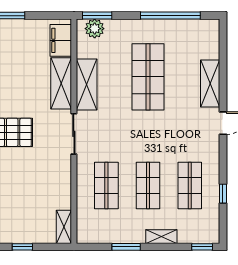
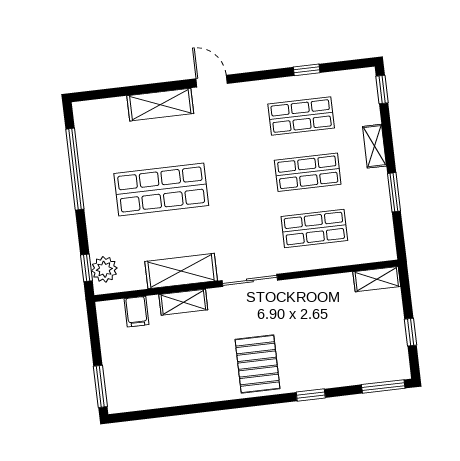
window: (97, 16) -> (86, 268), width x0.67
filing cabinet: (61, 40) -> (136, 312), width x0.50
shelving: (61, 83) -> (183, 302), width x0.67, depth x0.75

